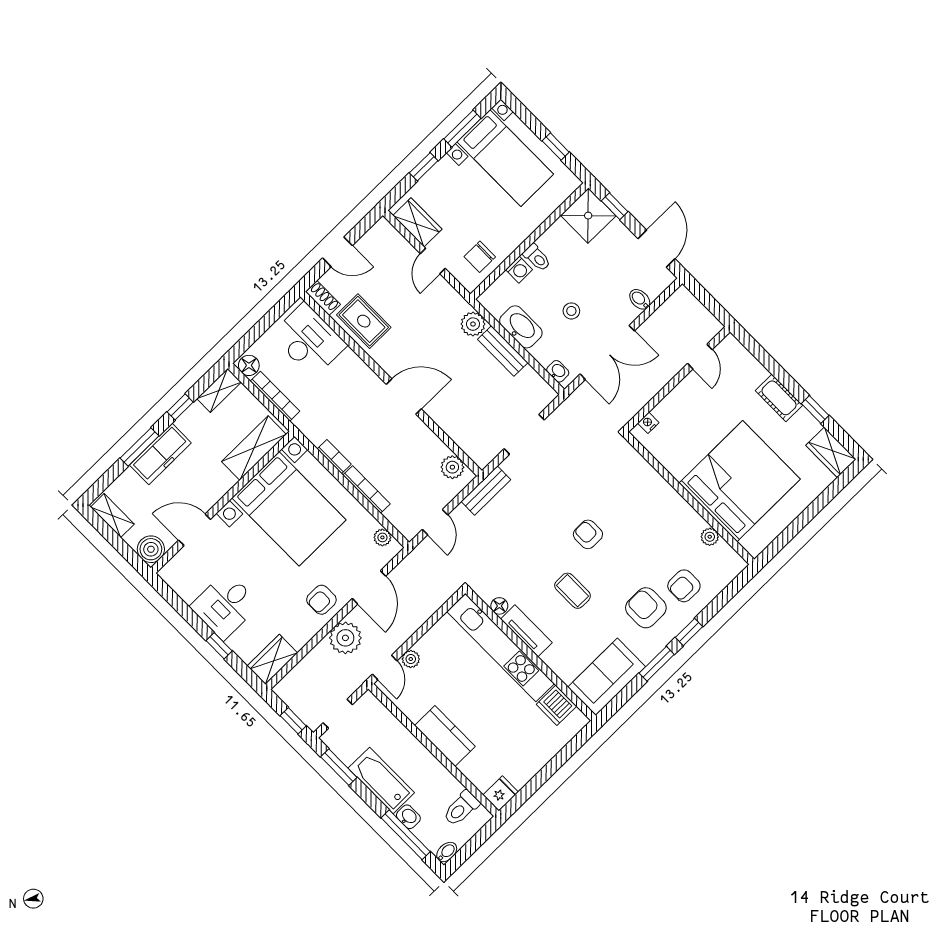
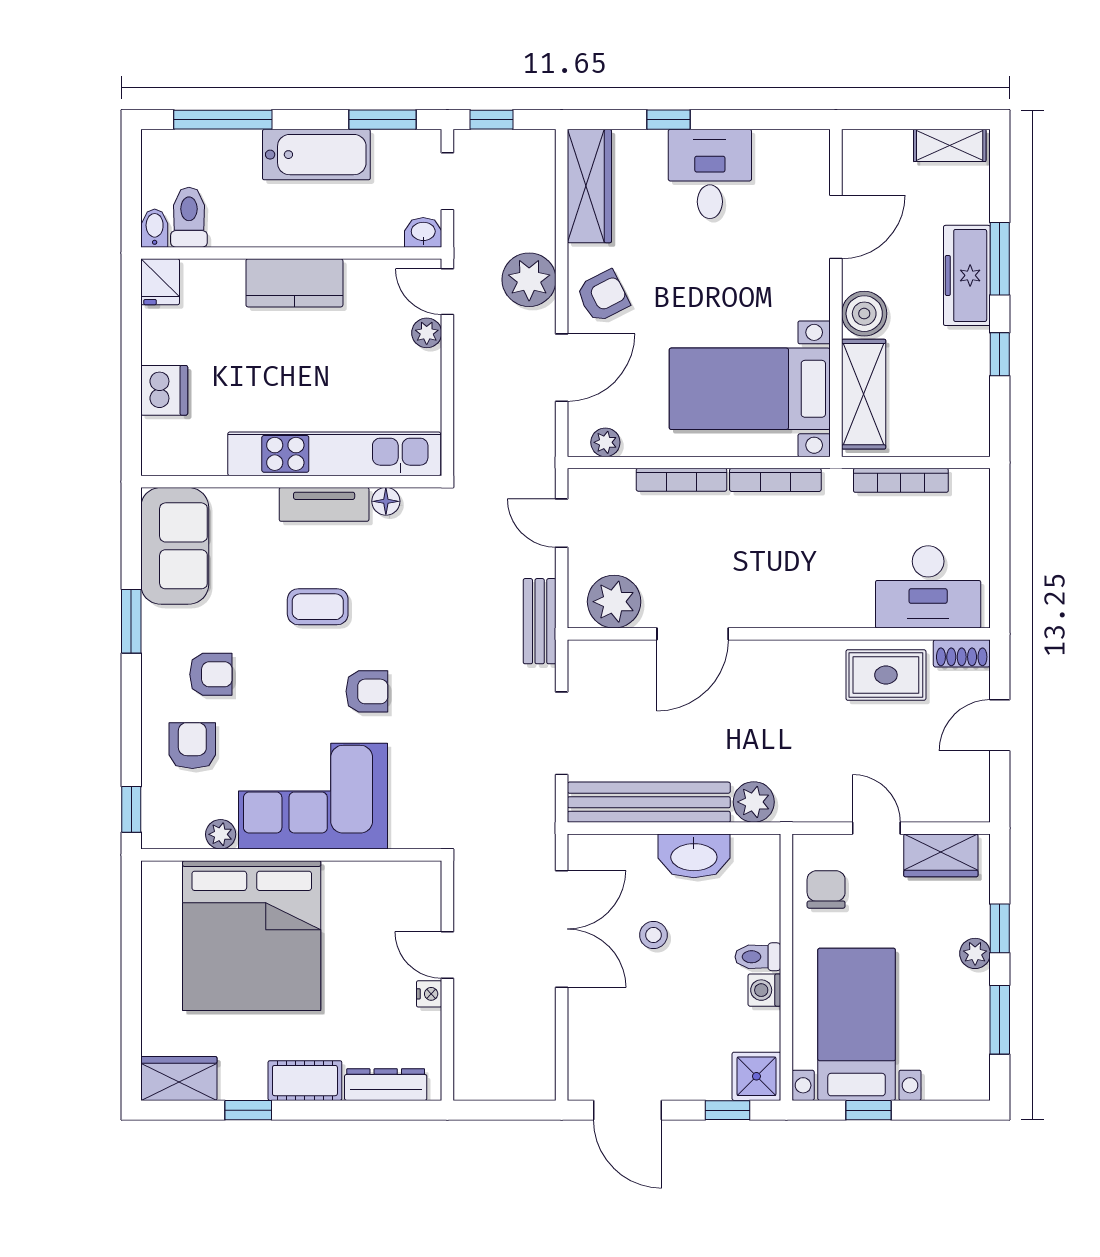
bed with nightstands: (505, 158) -> (857, 1024), moved, turned 90
plant: (445, 167) -> (975, 953), added
shower: (588, 216) -> (756, 1076), width x0.73, depth x0.73
washing machine: (519, 270) -> (764, 990), moved
bidet: (640, 299) -> (587, 1030), removed
bench: (503, 351) -> (649, 802), width x1.86, depth x1.21
double door: (607, 352) -> (562, 929), swing flipped
door: (700, 357) -> (447, 955), moved
dresser: (747, 362) -> (386, 1085), added
floor lamp: (249, 365) -> (968, 485), removed
washbasin: (558, 371) -> (597, 848), removed
shelving: (219, 390) -> (974, 420), removed
door: (404, 397) -> (693, 634), moved
nightstand: (648, 423) -> (429, 994), moved
bookcase: (334, 457) -> (775, 480), width x1.56
plant: (452, 467) -> (614, 602), width x1.36, depth x1.36
bed with nightstands: (289, 509) -> (750, 389), width x0.73
corner sofa: (655, 514) -> (313, 796), added
boiler: (151, 549) -> (864, 314), moved
door: (369, 587) -> (562, 368), swing flipped
armchair: (321, 600) -> (603, 296), turned 63
armchair: (646, 608) -> (211, 674), width x0.72, depth x0.72
window: (689, 632) -> (131, 809), moved
wardrobe: (272, 659) -> (589, 186), width x1.50
dishwasher: (556, 705) -> (164, 390), moved, turned 90
washbasin: (408, 817) -> (423, 232), moved, turned 180
bidet: (447, 852) -> (155, 228), moved, turned 180

